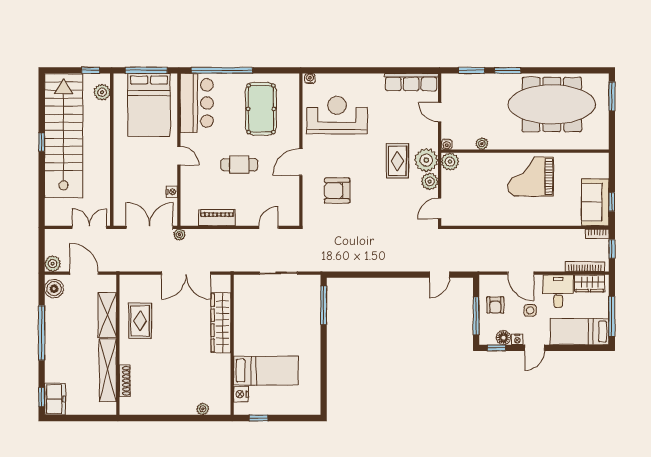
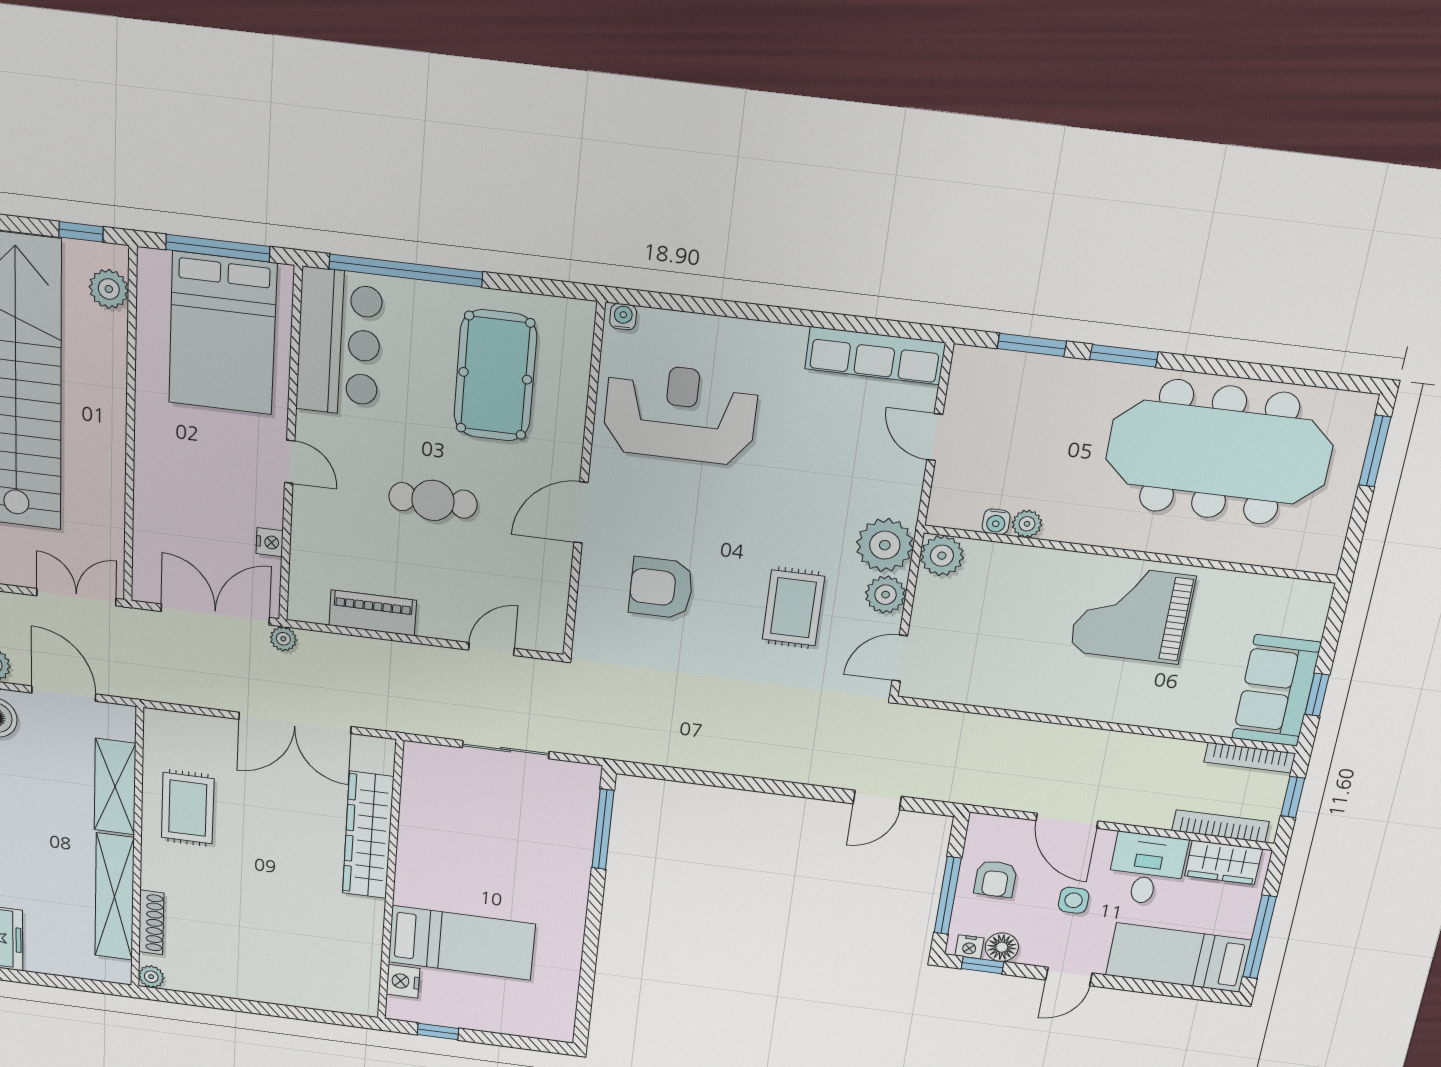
water cooler: (447, 144) -> (996, 522), moved
rug: (397, 161) -> (793, 608), moved
bookcase: (597, 234) -> (1250, 758), width x1.56
nightstand: (517, 340) -> (969, 947), moved
plant: (203, 409) -> (151, 977), moved

